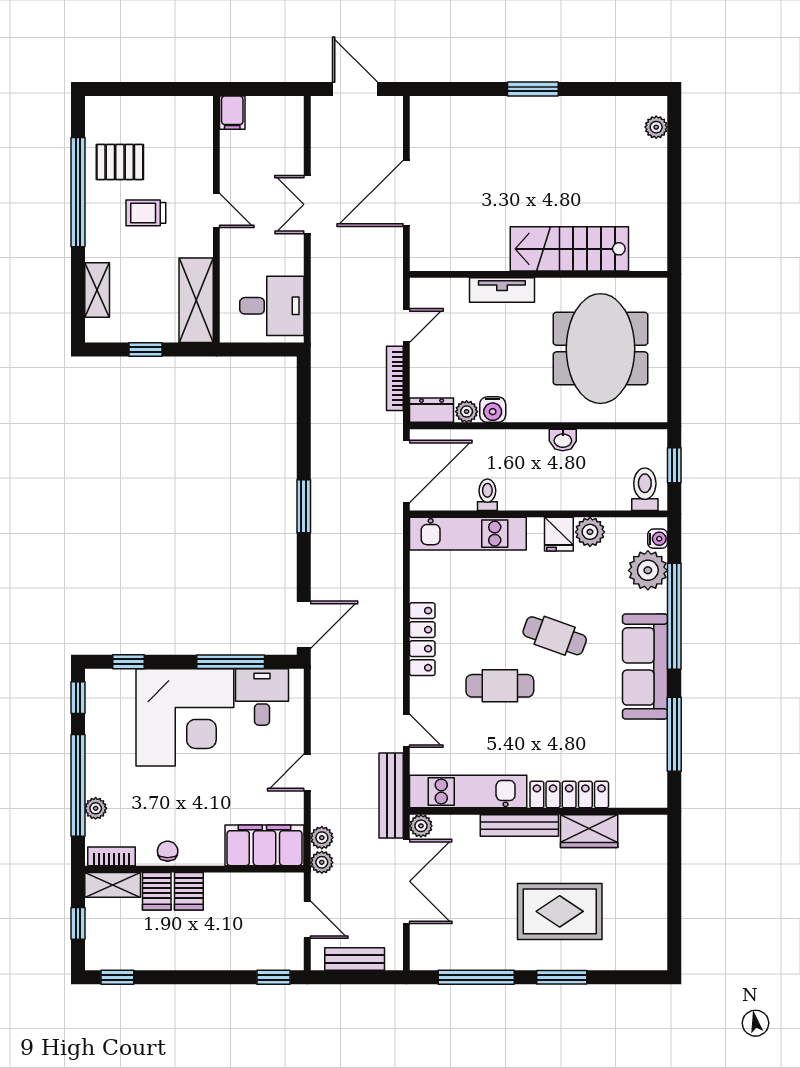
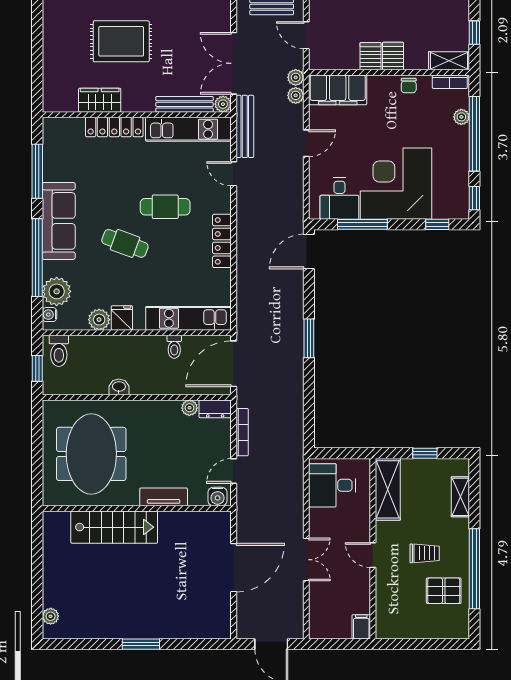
water cooler: (493, 410) -> (218, 496), moved, turned 180
bench: (519, 825) -> (184, 104), moved
server rack: (157, 891) -> (371, 56), moved

